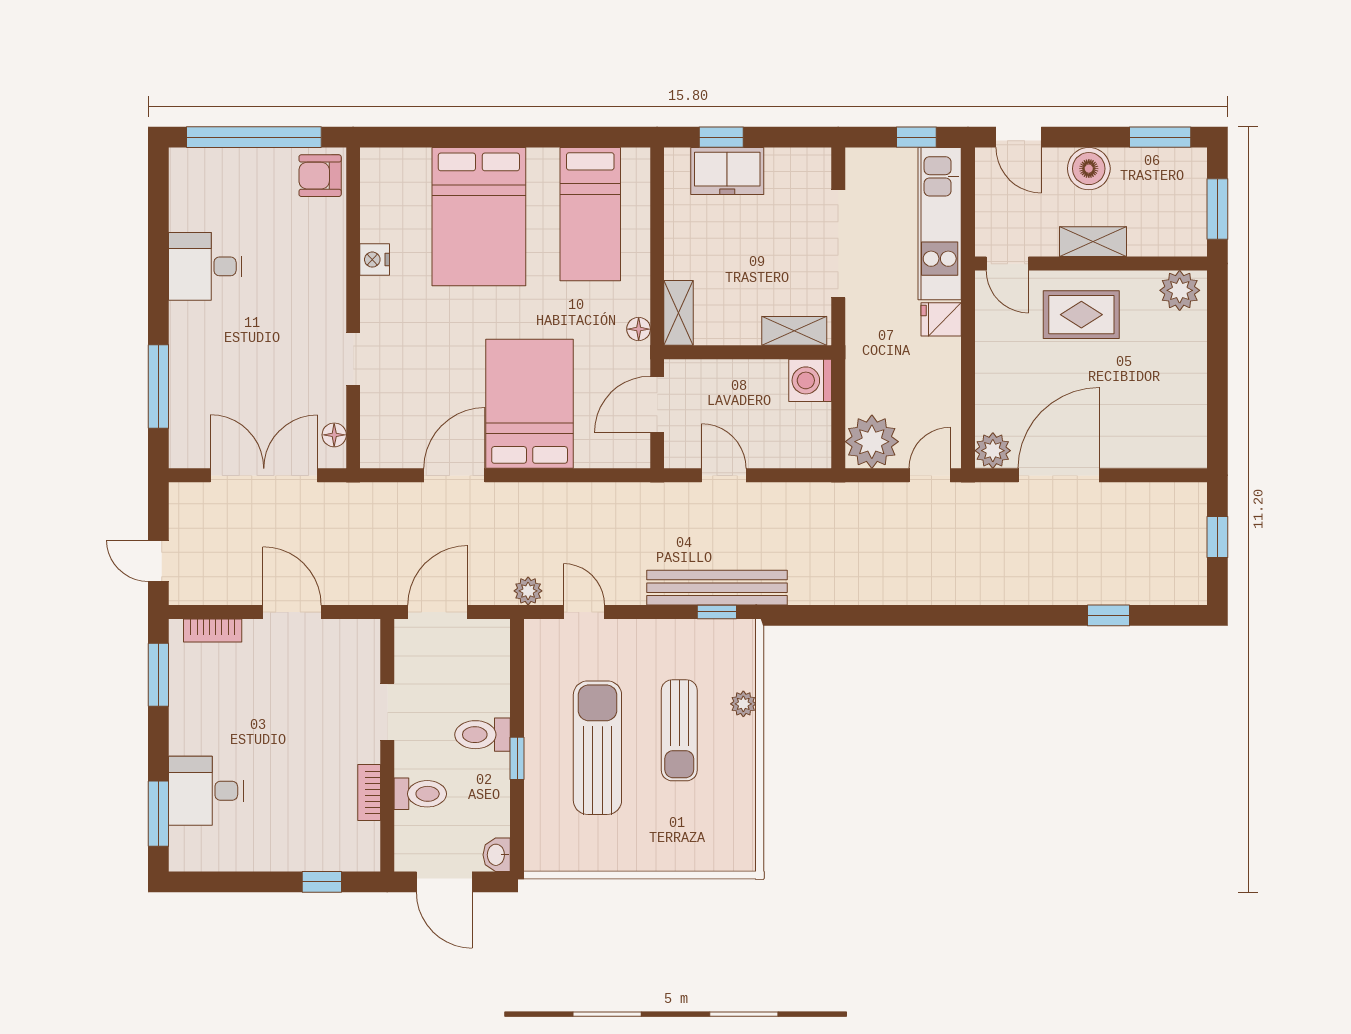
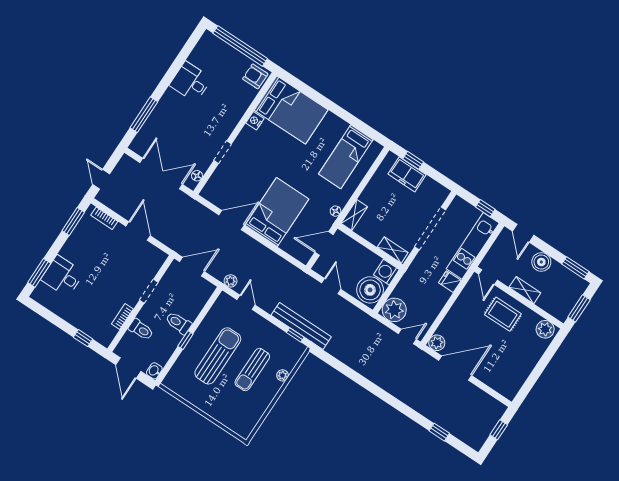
bed: (479, 217) -> (291, 110), moved, turned -90
boiler: (802, 434) -> (370, 290), added

